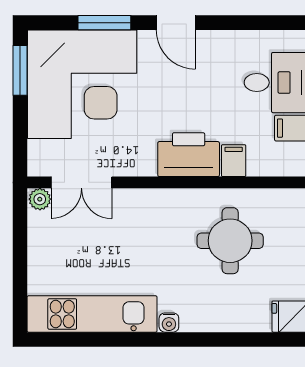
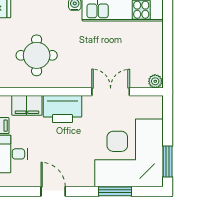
door: (176, 23) -> (53, 191), moved
filing cabinet: (234, 161) -> (27, 105), width x2.00
double door: (81, 182) -> (111, 92), moved

